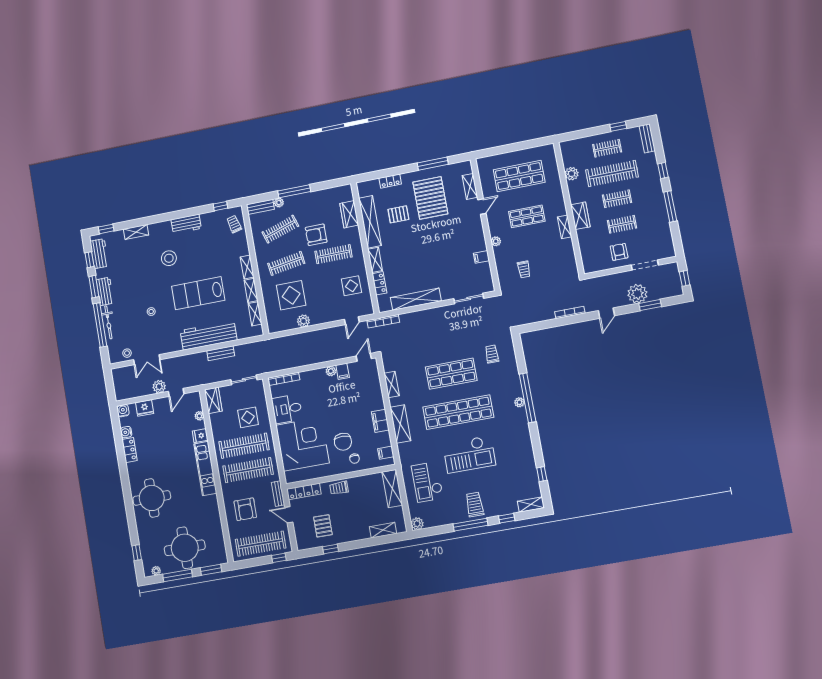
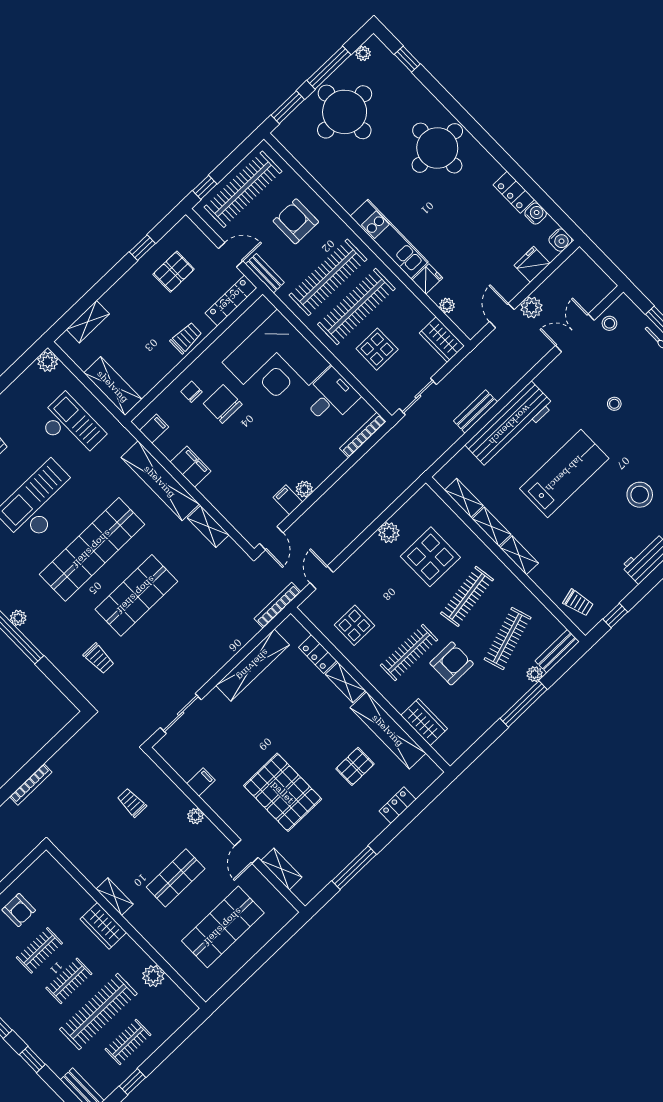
pallet: (430, 198) -> (283, 792), moved
shelving: (400, 424) -> (160, 481), width x1.47
pallet: (323, 526) -> (174, 272), turned 90

